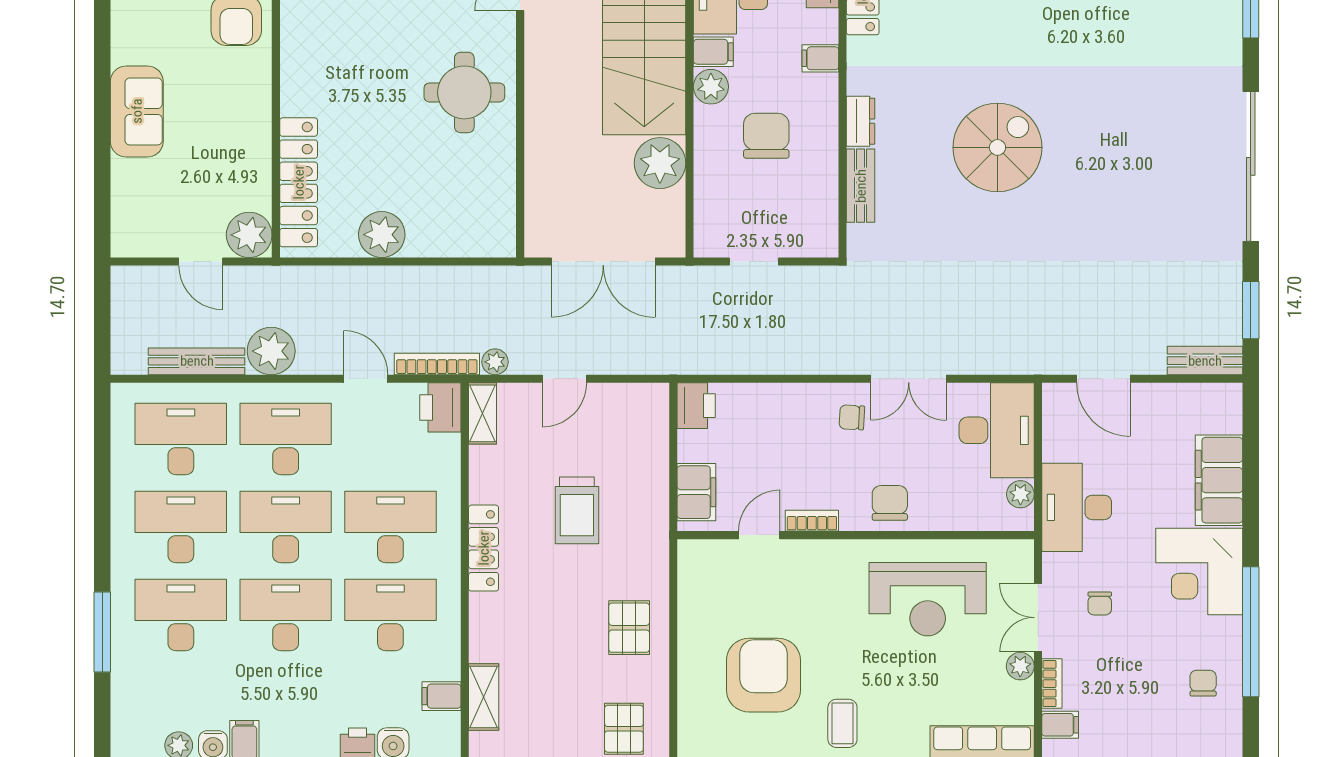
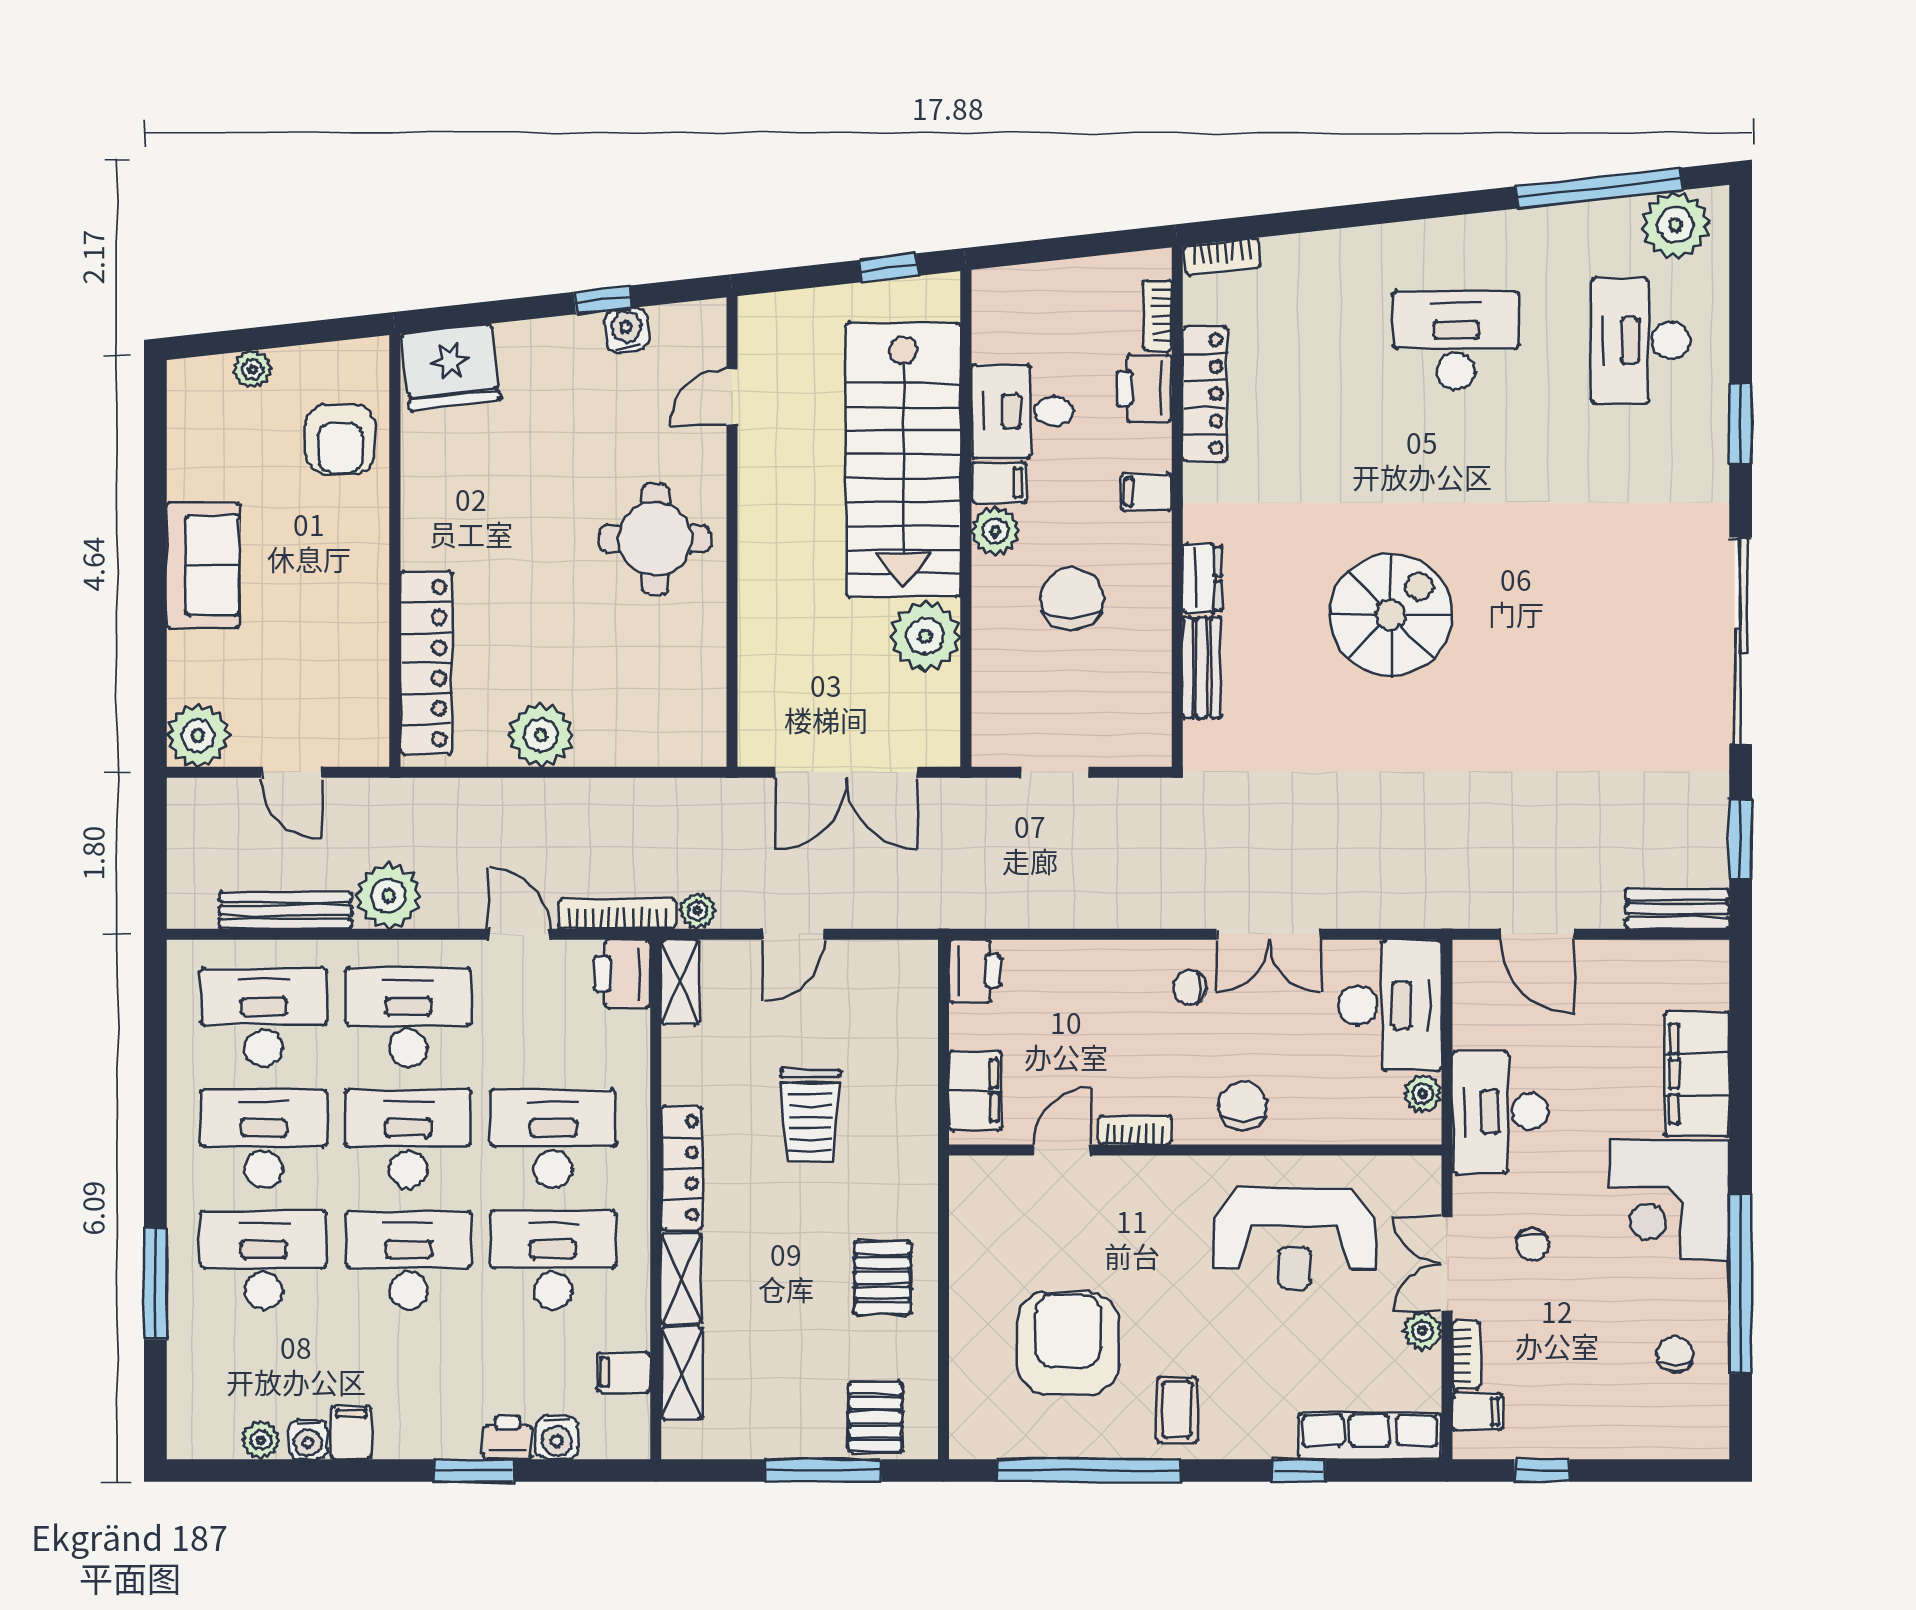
plant: (249, 235) -> (198, 735), moved
shelving: (483, 628) -> (681, 1279), added

